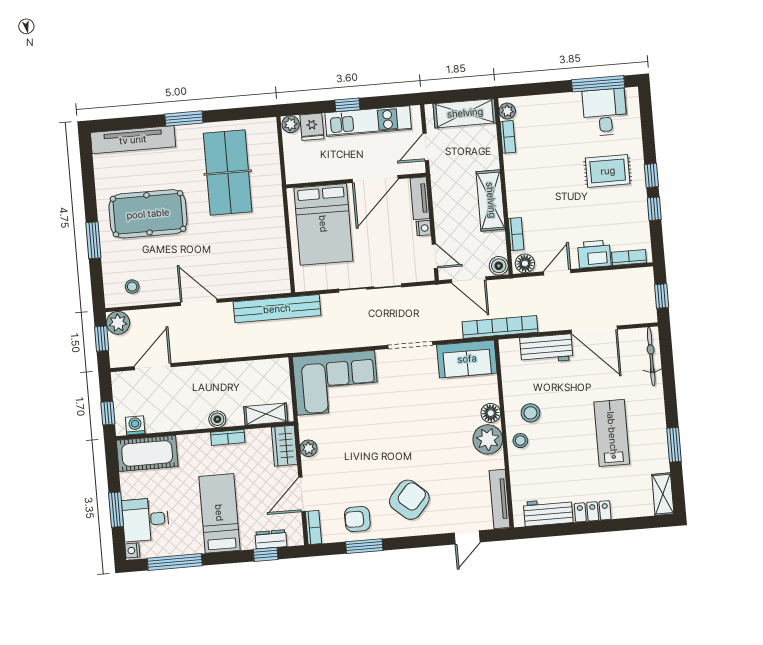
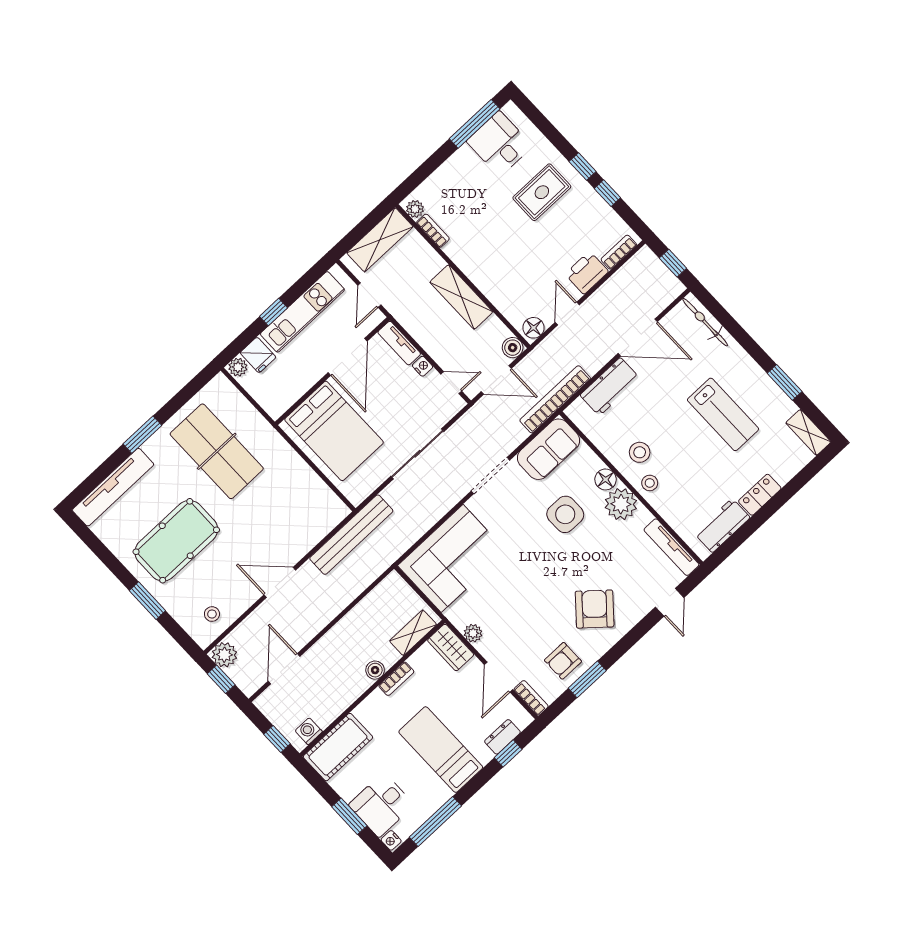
bookcase: (516, 234) -> (506, 309), removed
side table: (442, 415) -> (565, 514), added
lab bench: (612, 433) -> (723, 414), turned 180

